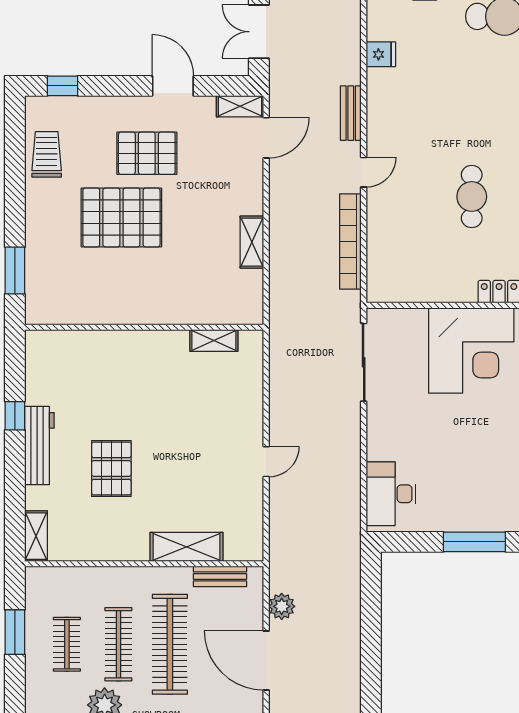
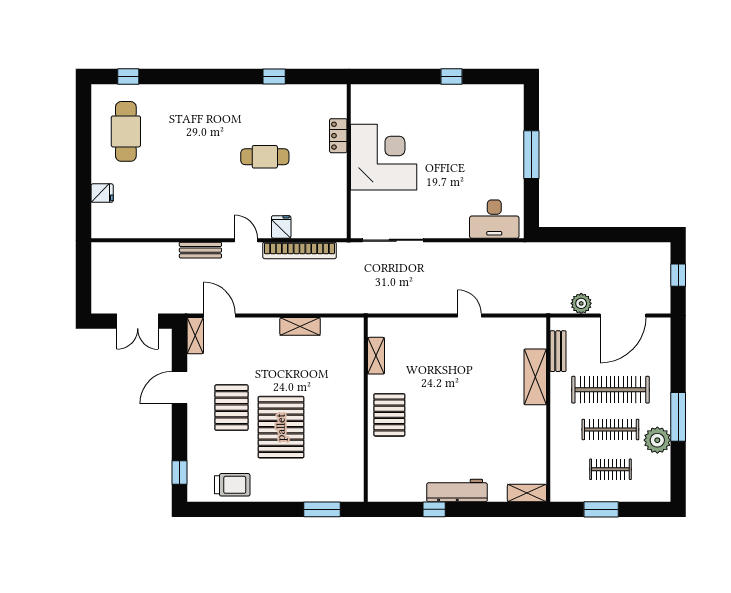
fridge: (381, 54) -> (281, 227), moved
trolley: (47, 154) -> (232, 485), turned 180
pallet: (111, 469) -> (389, 415), moved, turned 90

